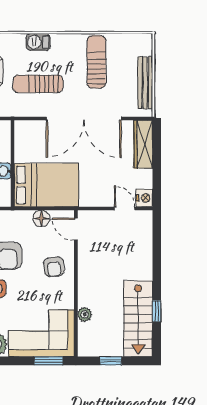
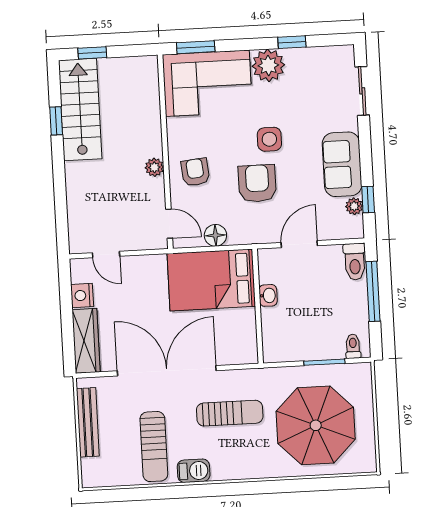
barbecue: (38, 42) -> (194, 471), moved
nightstand: (144, 198) -> (82, 295), moved
plant: (85, 314) -> (154, 167), moved
window: (111, 361) -> (92, 53), moved

